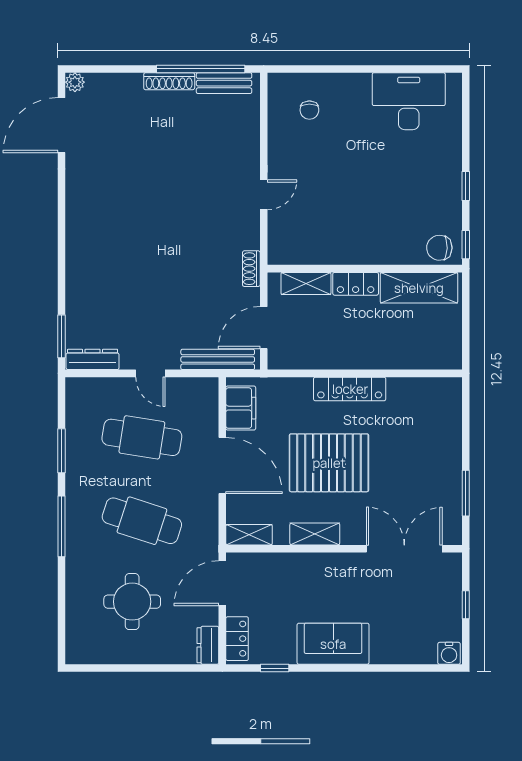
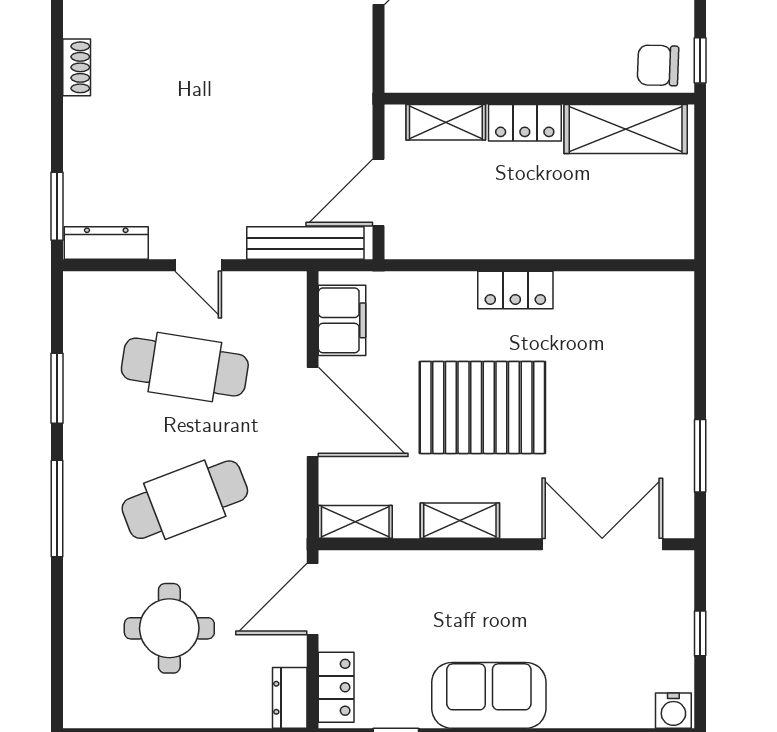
shoe rack: (251, 269) -> (77, 67), moved, turned 180
locker: (350, 389) -> (515, 290), width x0.66
cafe table: (142, 521) -> (185, 500), turned -39

